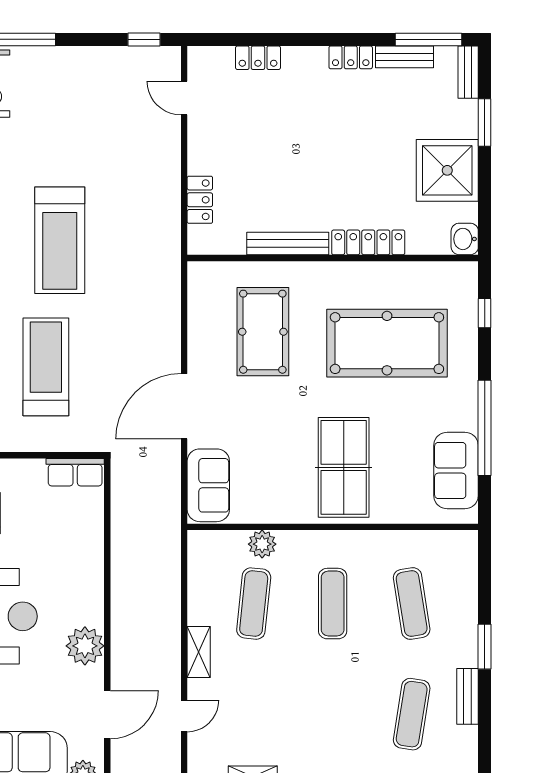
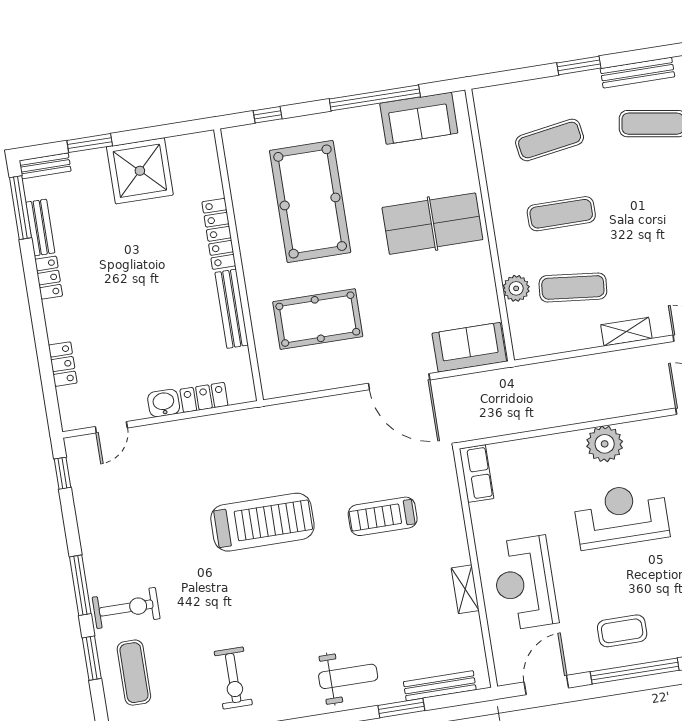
washbasin: (465, 239) -> (164, 403), moved, turned 180
treadmill: (46, 367) -> (383, 516), width x0.73, depth x0.73
plant: (85, 646) -> (605, 444), moved
bench: (467, 696) -> (637, 73), width x1.36

